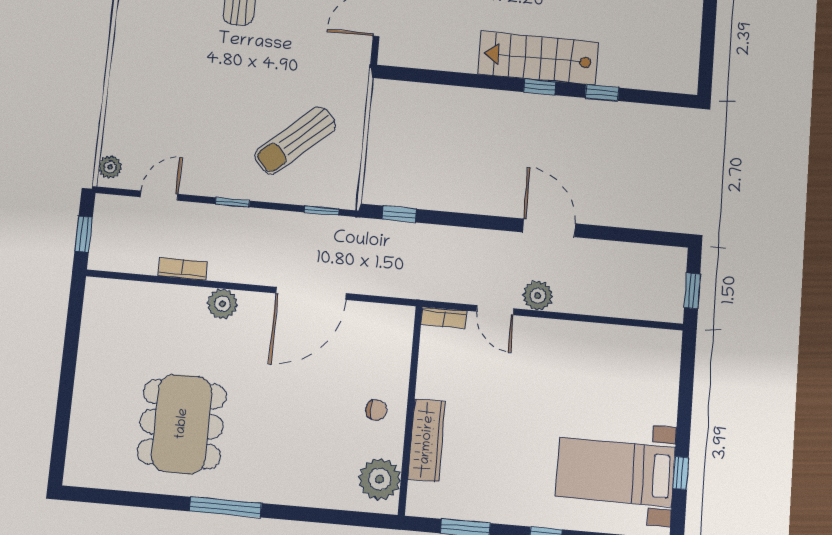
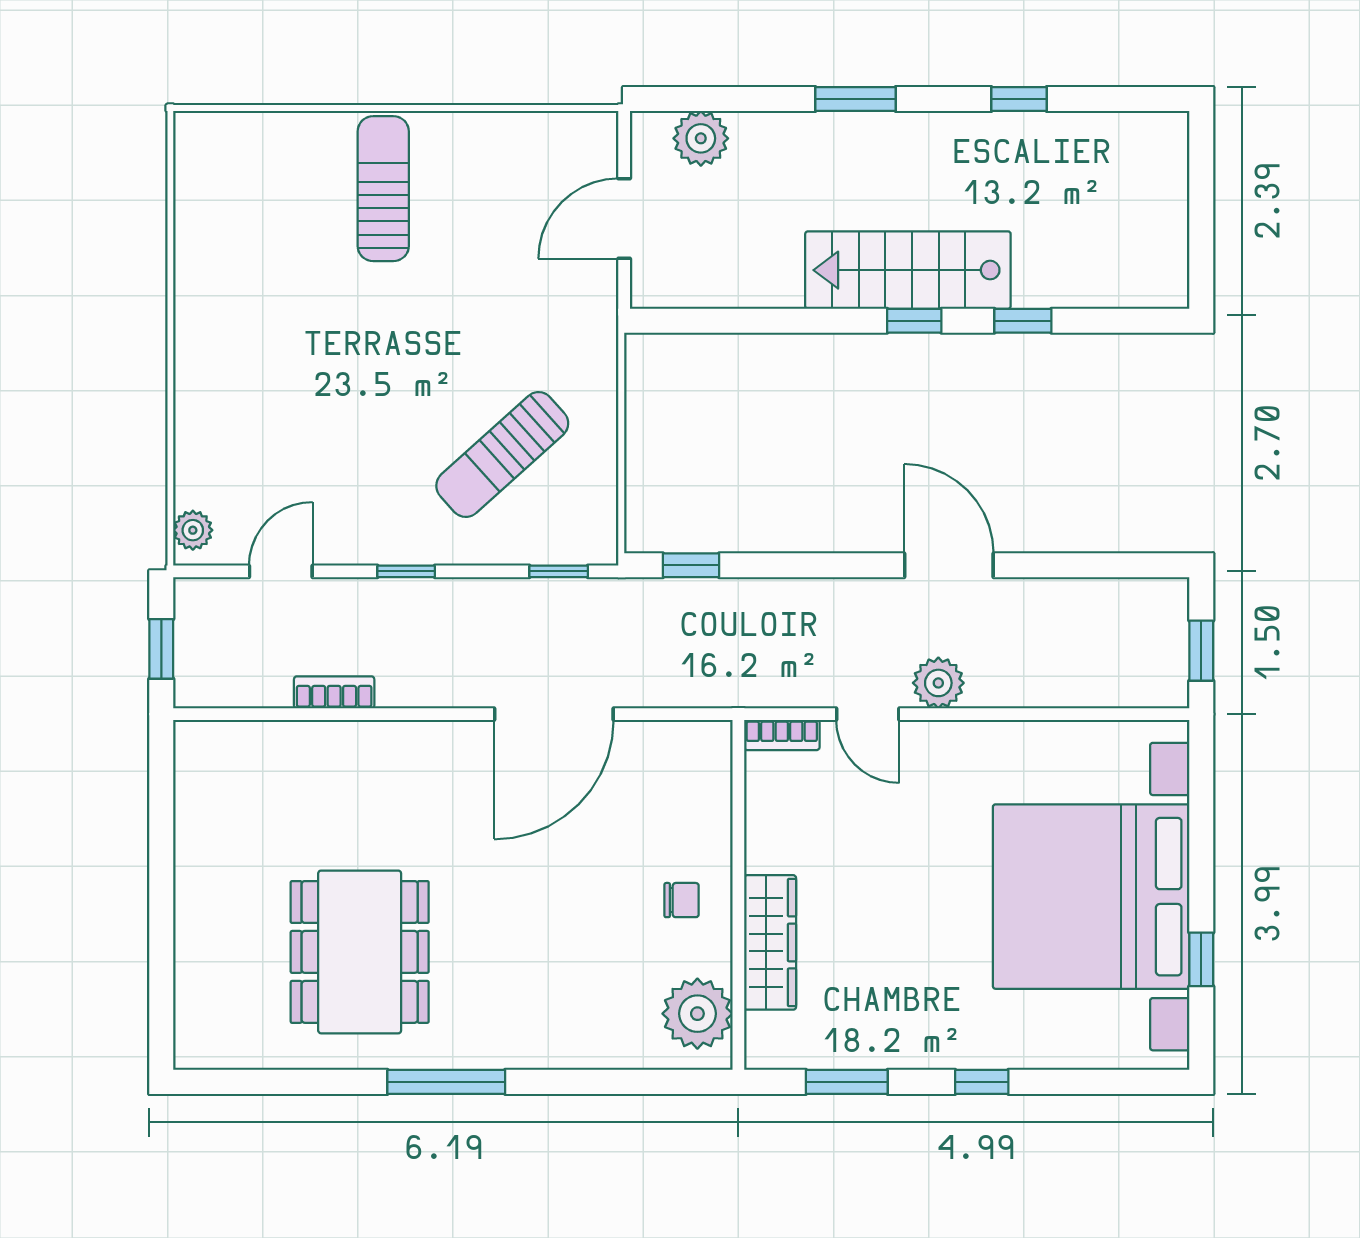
plant: (222, 304) -> (407, 746), removed
bed with nightstands: (615, 472) -> (1091, 897), width x1.85

